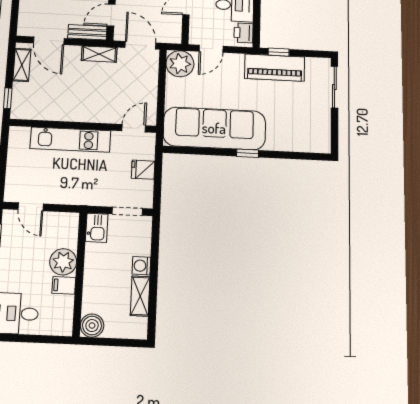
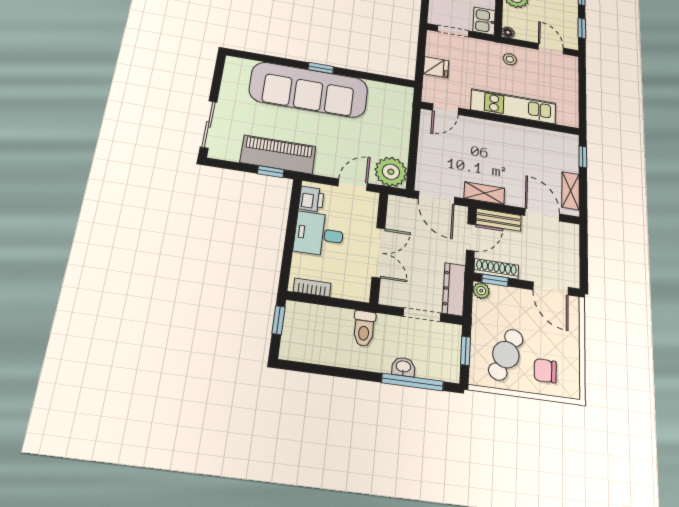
sofa: (214, 128) -> (309, 90), moved
stool: (72, 189) -> (510, 59), added
floor lamp: (73, 218) -> (508, 32), added

